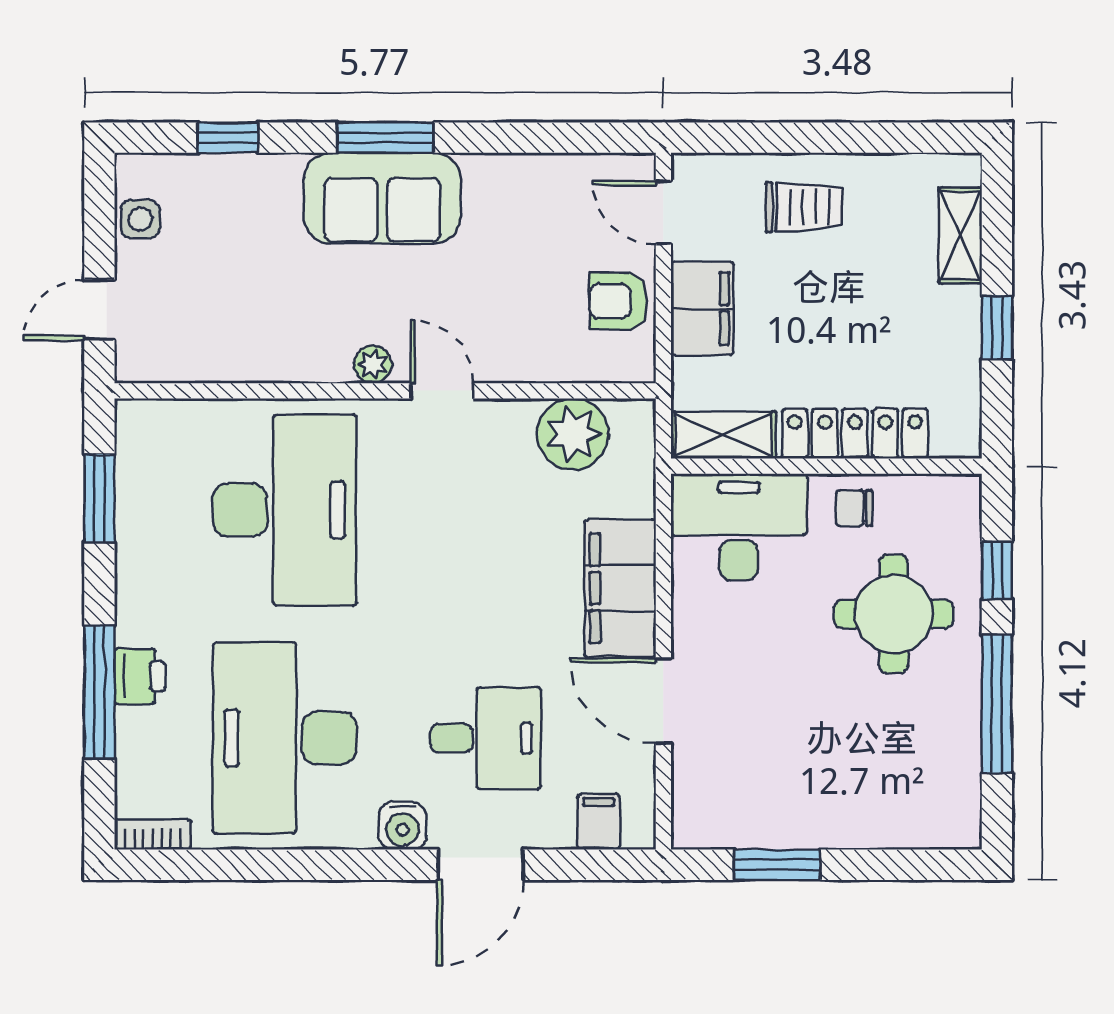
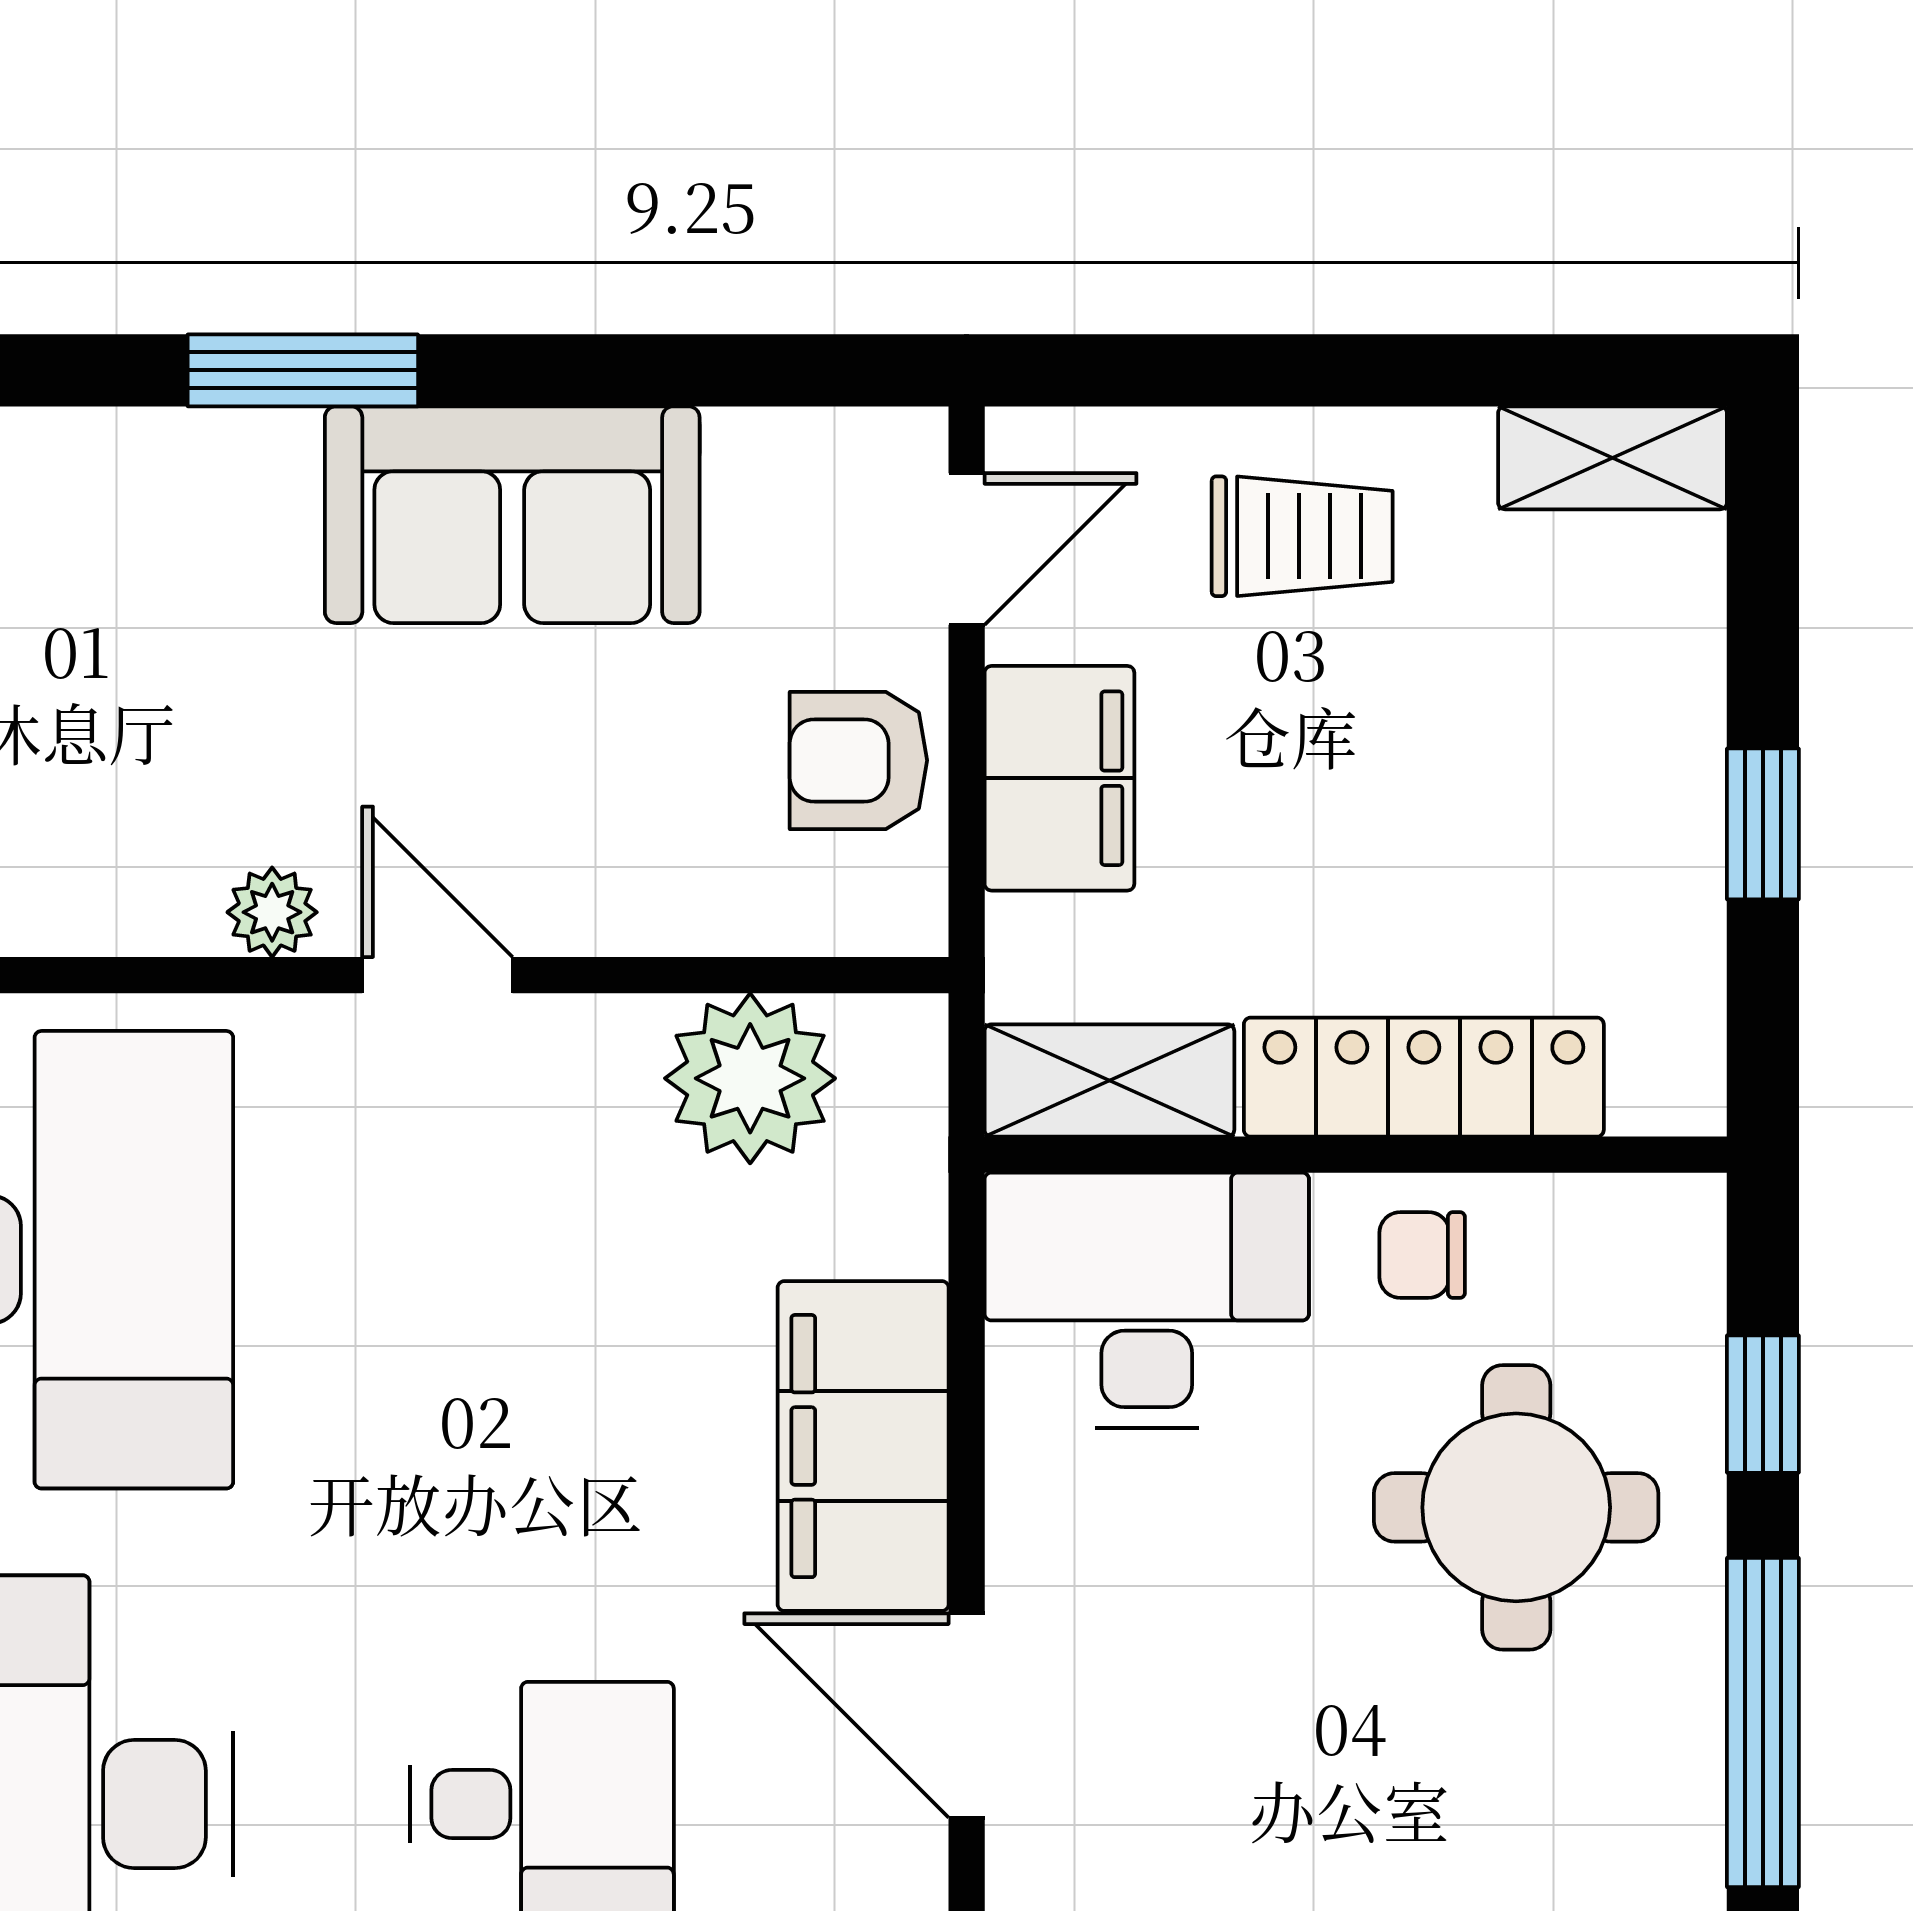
sofa: (382, 198) -> (512, 515), moved
door: (663, 212) -> (967, 549), swing flipped
shelving: (960, 235) -> (1613, 458), moved, turned 90

